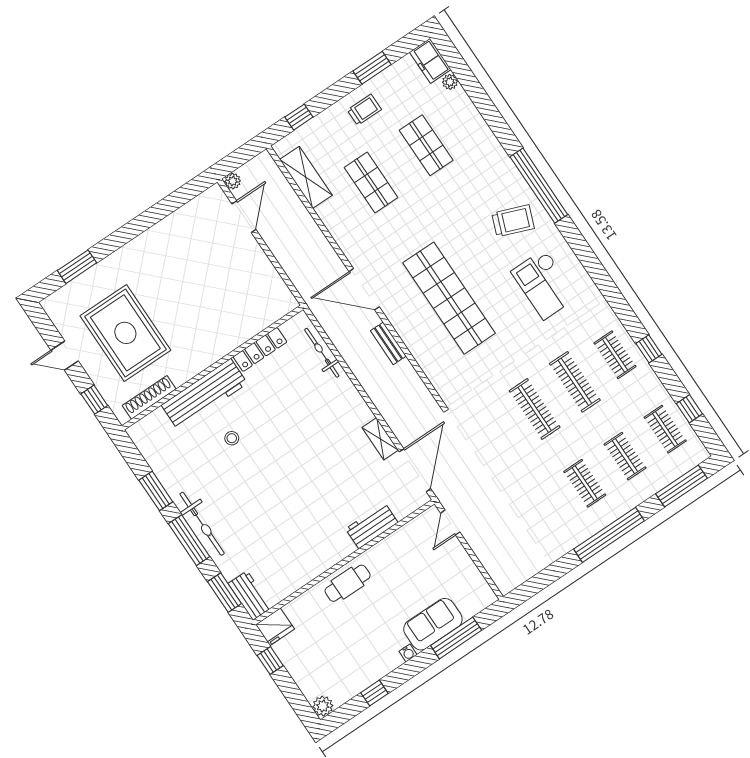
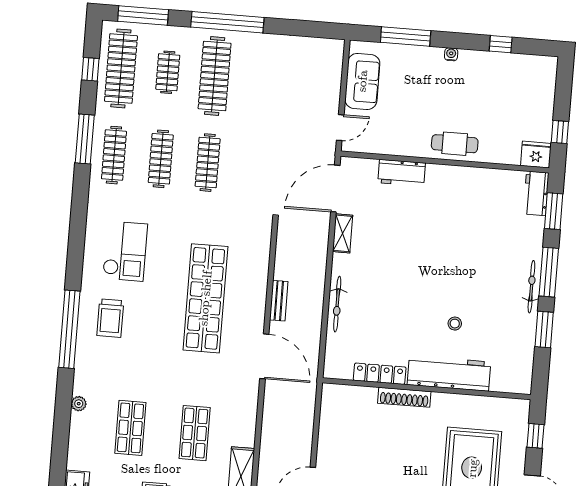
plant: (450, 82) -> (79, 404), moved
trolley: (513, 221) -> (110, 318), turned -111
window: (649, 349) -> (85, 139), width x2.17
bicycle: (322, 353) -> (337, 304), moved
clothes rail: (615, 355) -> (114, 155), width x1.36
shoe rack: (149, 397) -> (404, 397), moved
clothes rail: (665, 429) -> (121, 68), width x1.86, depth x1.31
clothes rail: (585, 483) -> (215, 76), width x1.86, depth x1.31
bicycle: (202, 524) -> (531, 287), width x0.73, depth x0.71
sofa: (433, 624) -> (362, 81), moved, turned -90
plant: (323, 706) -> (548, 66), removed

